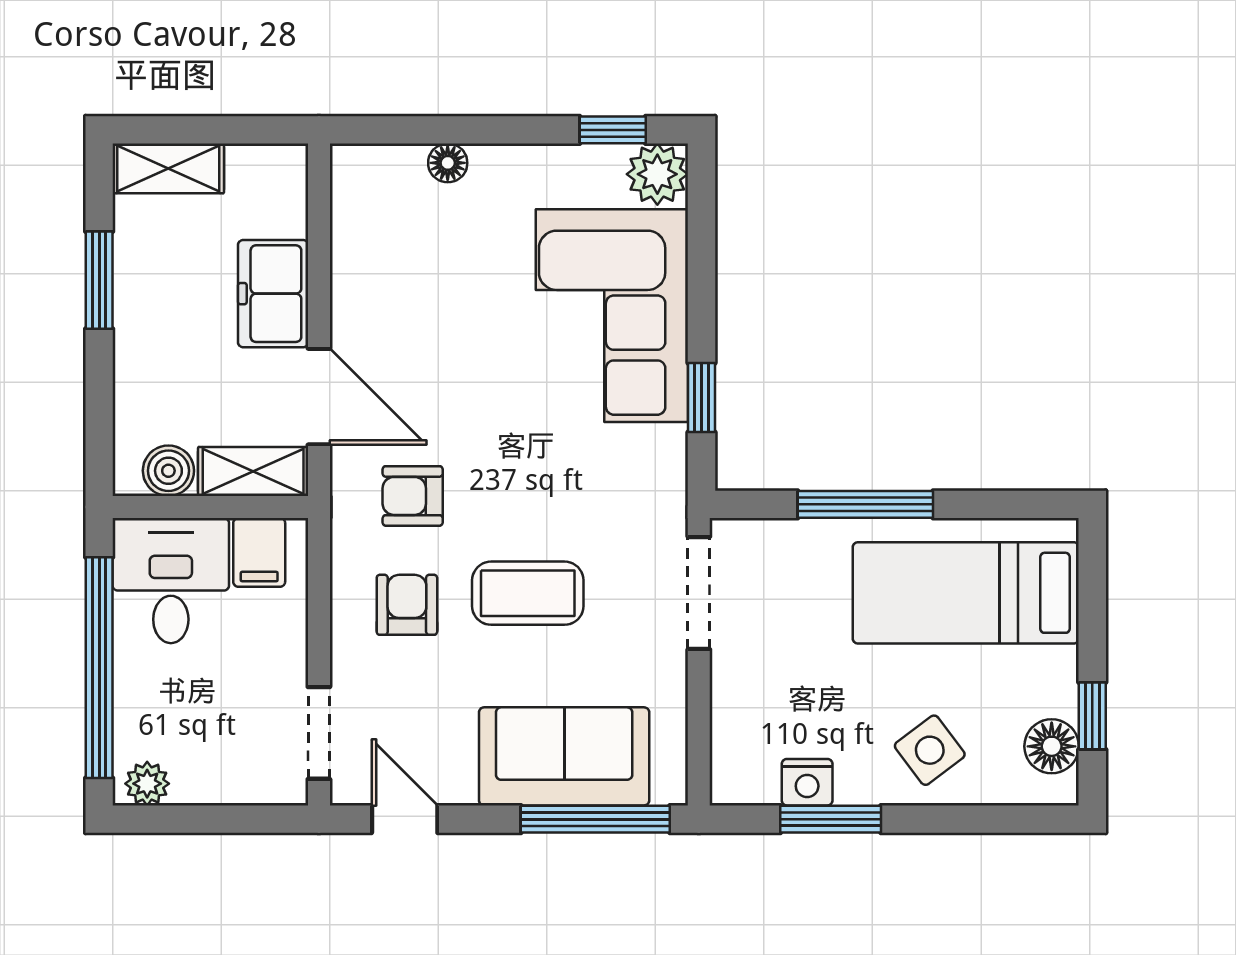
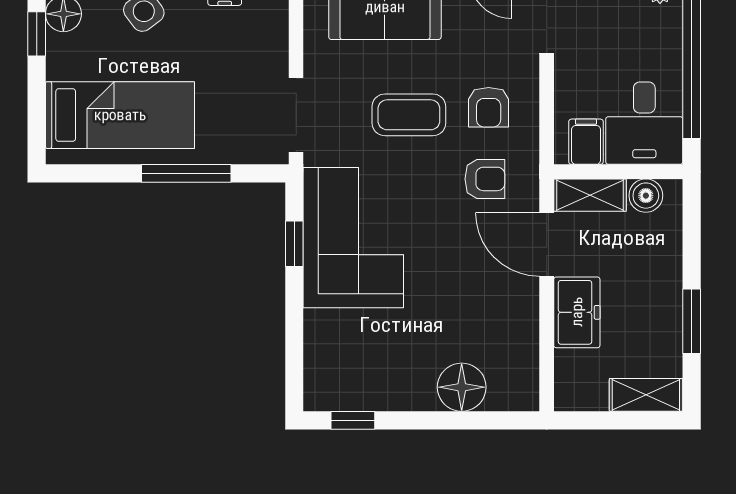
floor lamp: (448, 163) -> (462, 387), width x1.89, depth x1.89
plant: (657, 174) -> (323, 391), removed
corner sofa: (612, 316) -> (353, 238), moved

